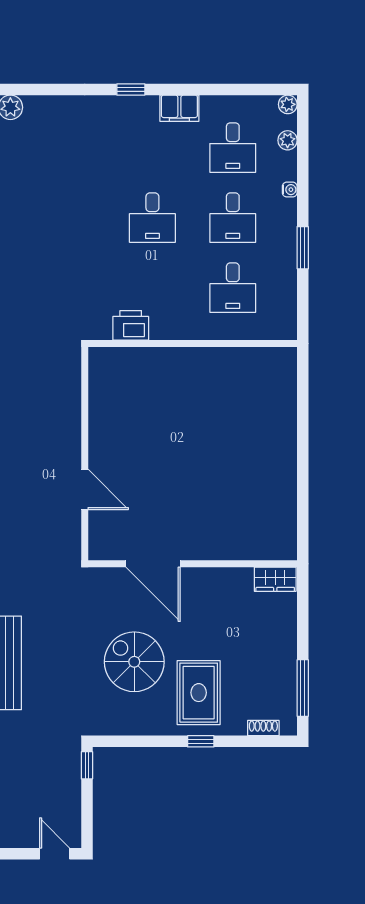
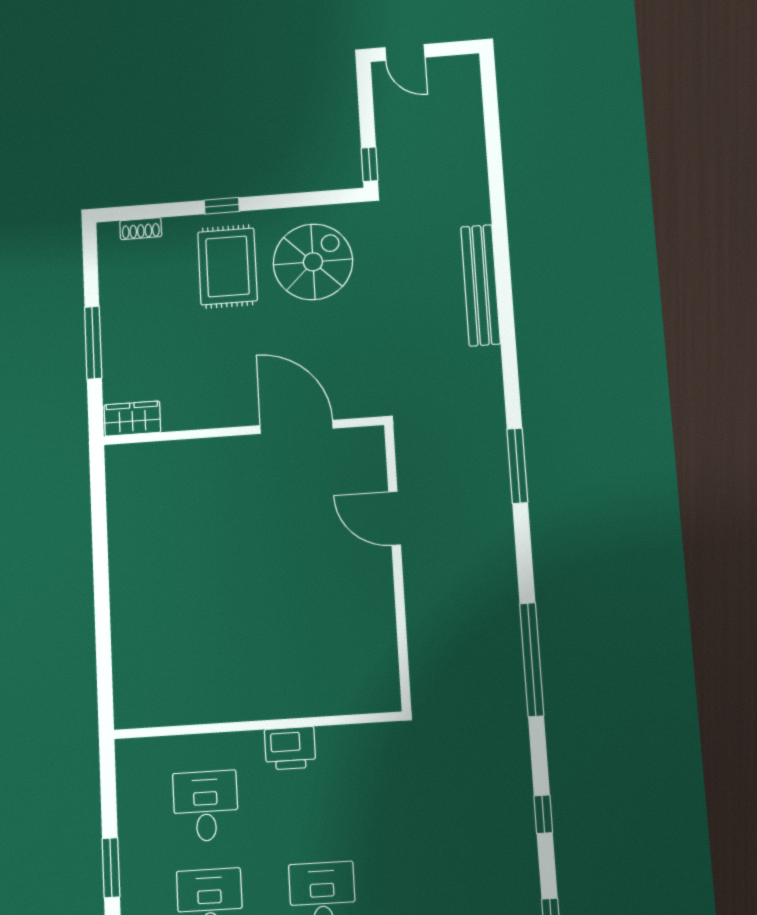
printer: (131, 325) -> (290, 748), moved
spiral stairs: (134, 662) -> (313, 262), moved, turned -90
window: (303, 688) -> (93, 343), moved

